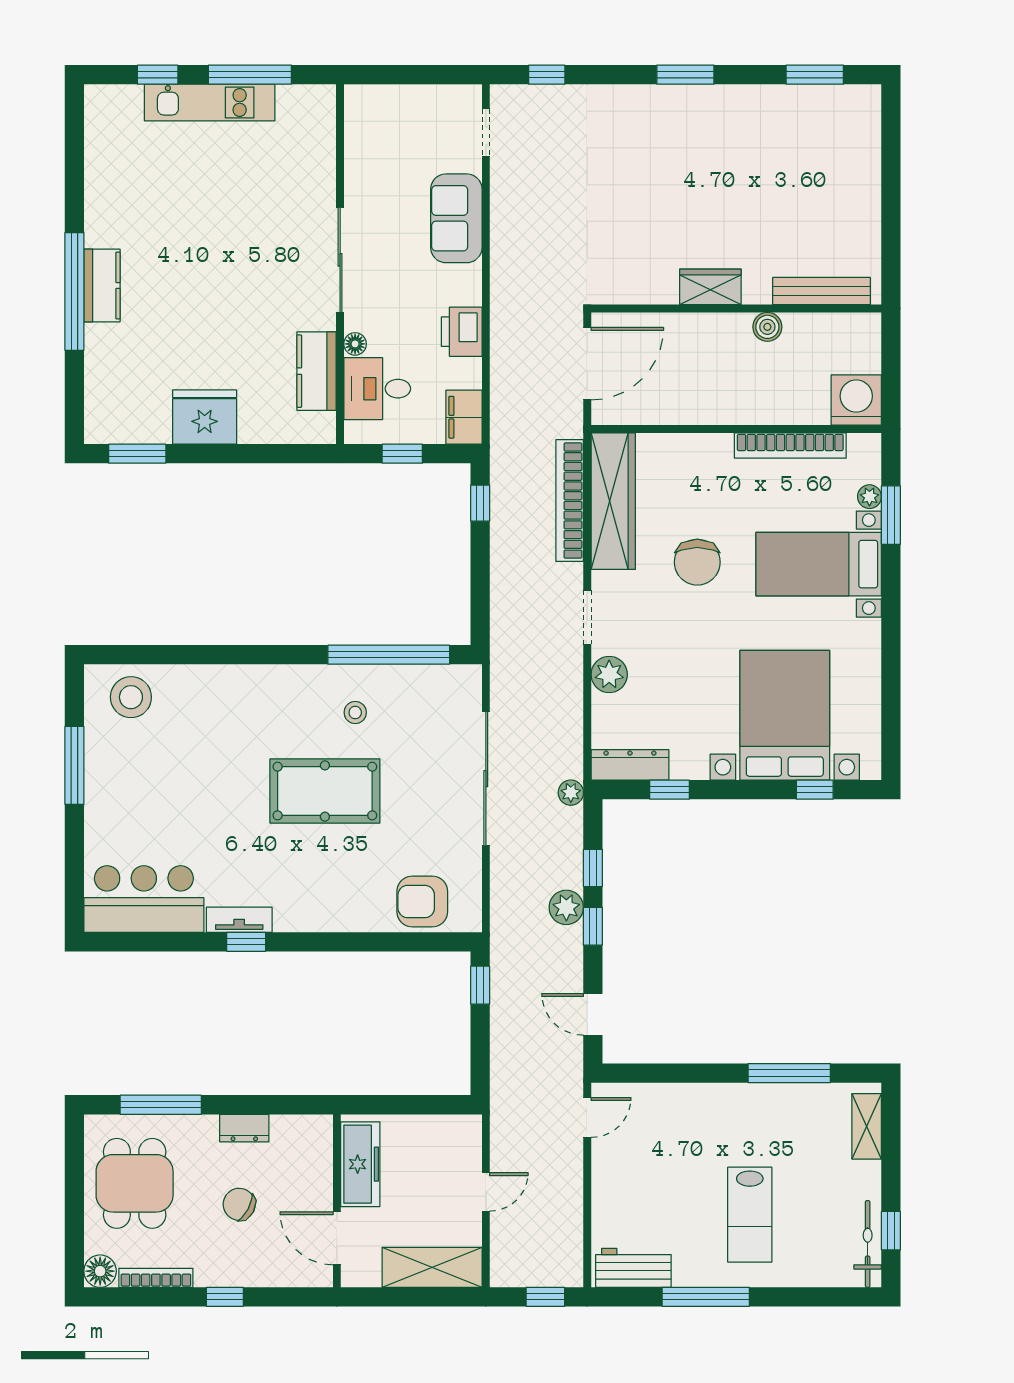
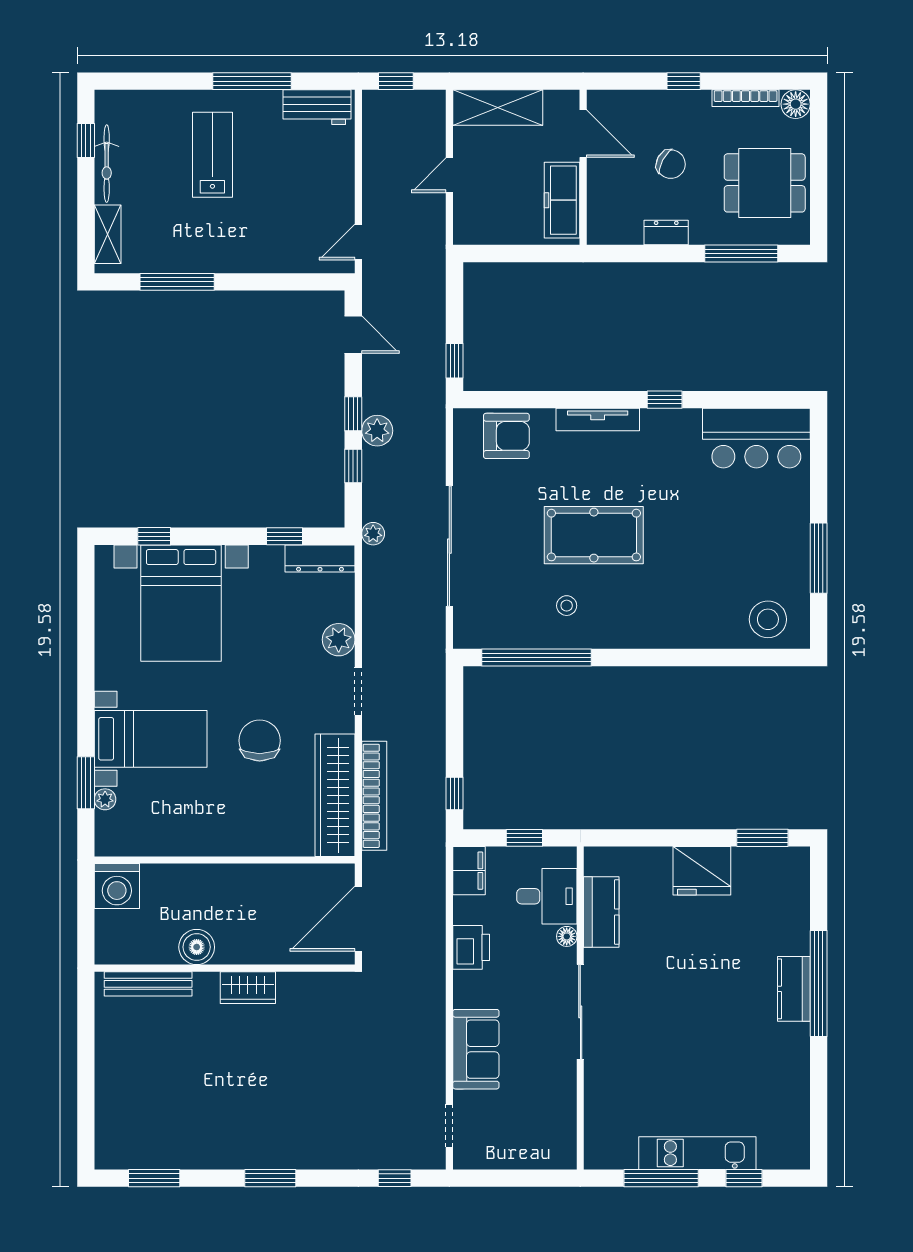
boiler: (767, 327) -> (197, 947), width x1.36, depth x1.36
bookcase: (790, 445) -> (176, 845), removed
tv unit: (239, 920) -> (598, 420), moved, width x1.41
dining table: (135, 1183) -> (765, 183), turned 90
bicycle: (868, 1244) -> (107, 164), moved

